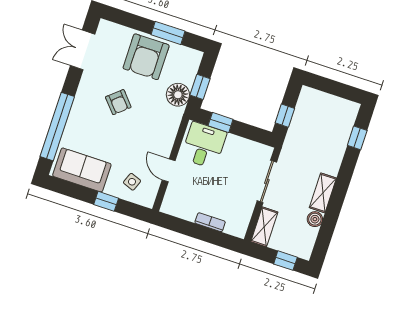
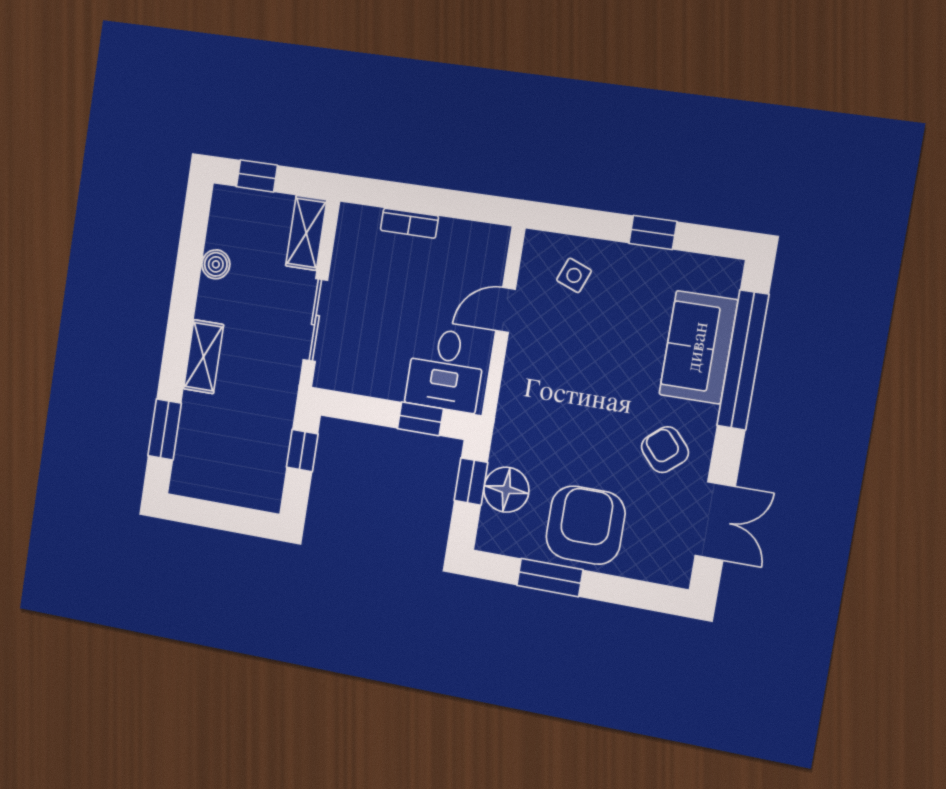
floor lamp: (178, 95) -> (506, 490), moved
armchair: (118, 102) -> (665, 450), moved
window: (357, 138) -> (165, 429), width x1.50
sofa: (82, 170) -> (698, 347), moved, turned 90
door: (169, 170) -> (505, 310), swing flipped
shelving: (323, 193) -> (204, 357), moved
window: (106, 201) -> (653, 232), moved

